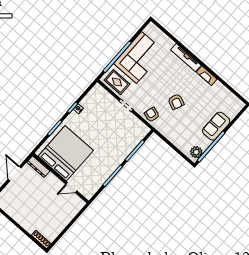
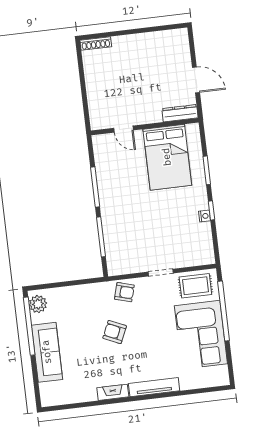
sofa: (216, 126) -> (47, 352), width x1.36
bed: (66, 153) -> (167, 157), width x0.73
door: (71, 188) -> (123, 129), swing flipped

